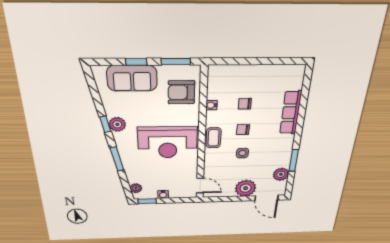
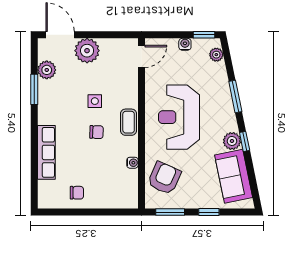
sofa: (132, 78) -> (234, 176), moved, turned -102
armchair: (181, 92) -> (164, 178), turned -66
chair: (245, 104) -> (77, 193), moved
reception desk: (168, 142) -> (179, 117), turned -90
door: (200, 186) -> (141, 56), swing flipped

